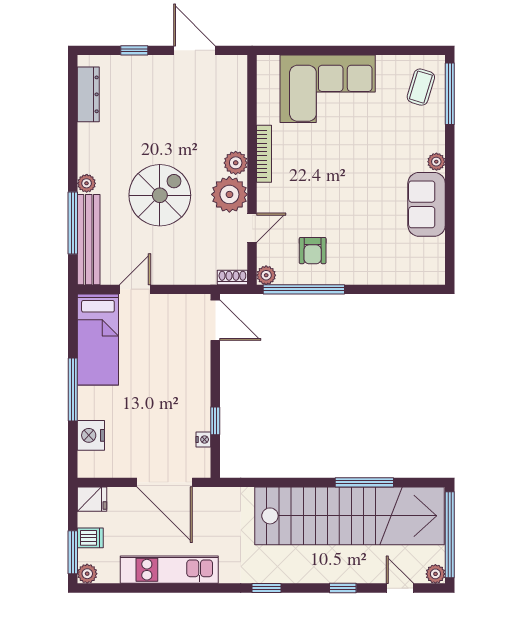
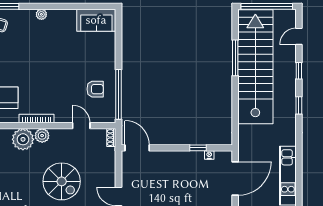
plant: (229, 194) -> (23, 139), moved
spiral stairs: (160, 195) -> (62, 181), turned 180
sofa: (427, 204) -> (96, 20), moved
plant: (266, 275) -> (110, 117), removed
door: (215, 320) -> (137, 148), hinge flipped
plant: (435, 574) -> (290, 15), removed
window: (266, 588) -> (299, 105), moved

